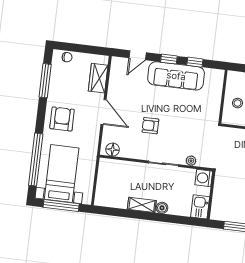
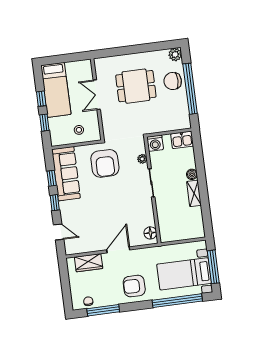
chair: (67, 57) -> (88, 301), moved
sofa: (176, 76) -> (66, 174), moved
armchair: (150, 126) -> (105, 163), moved, width x1.88, depth x1.88

